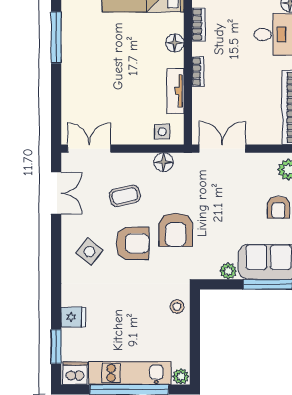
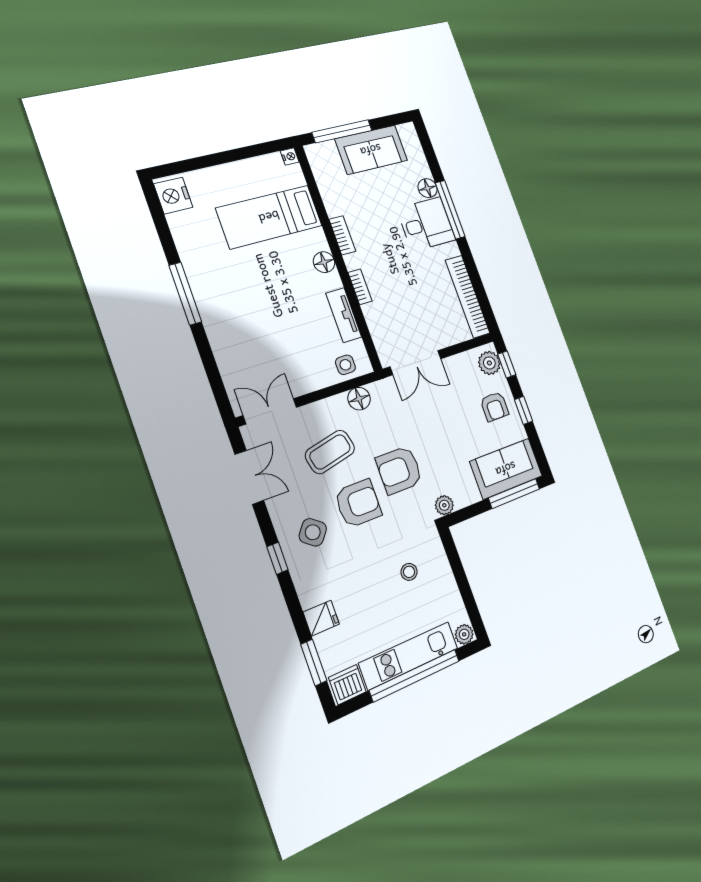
double door: (222, 149) -> (416, 363), swing flipped
coffee table: (125, 196) -> (330, 452), width x1.36, depth x1.30
armchair: (176, 230) -> (399, 470), turned 90
window: (56, 261) -> (277, 558), added
plant: (228, 271) -> (444, 505), moved
stool: (177, 307) -> (409, 572), moved

